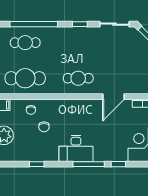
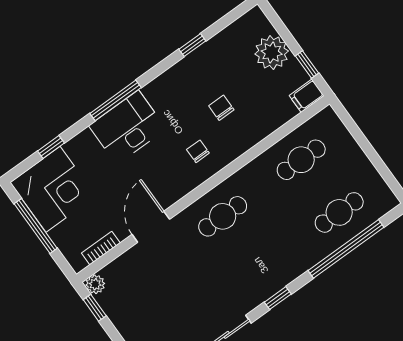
cafe table: (25, 78) -> (301, 160), width x0.73, depth x0.74
chair: (31, 110) -> (198, 151), moved
desk: (76, 148) -> (127, 127), moved
window: (118, 164) -> (51, 147), moved

